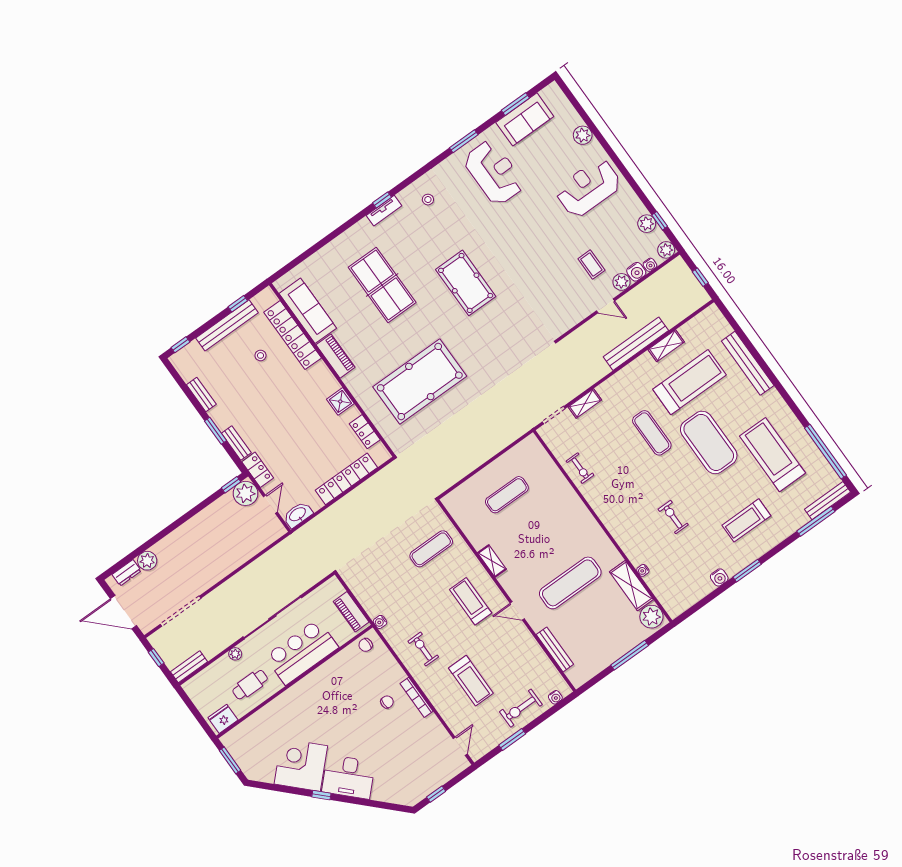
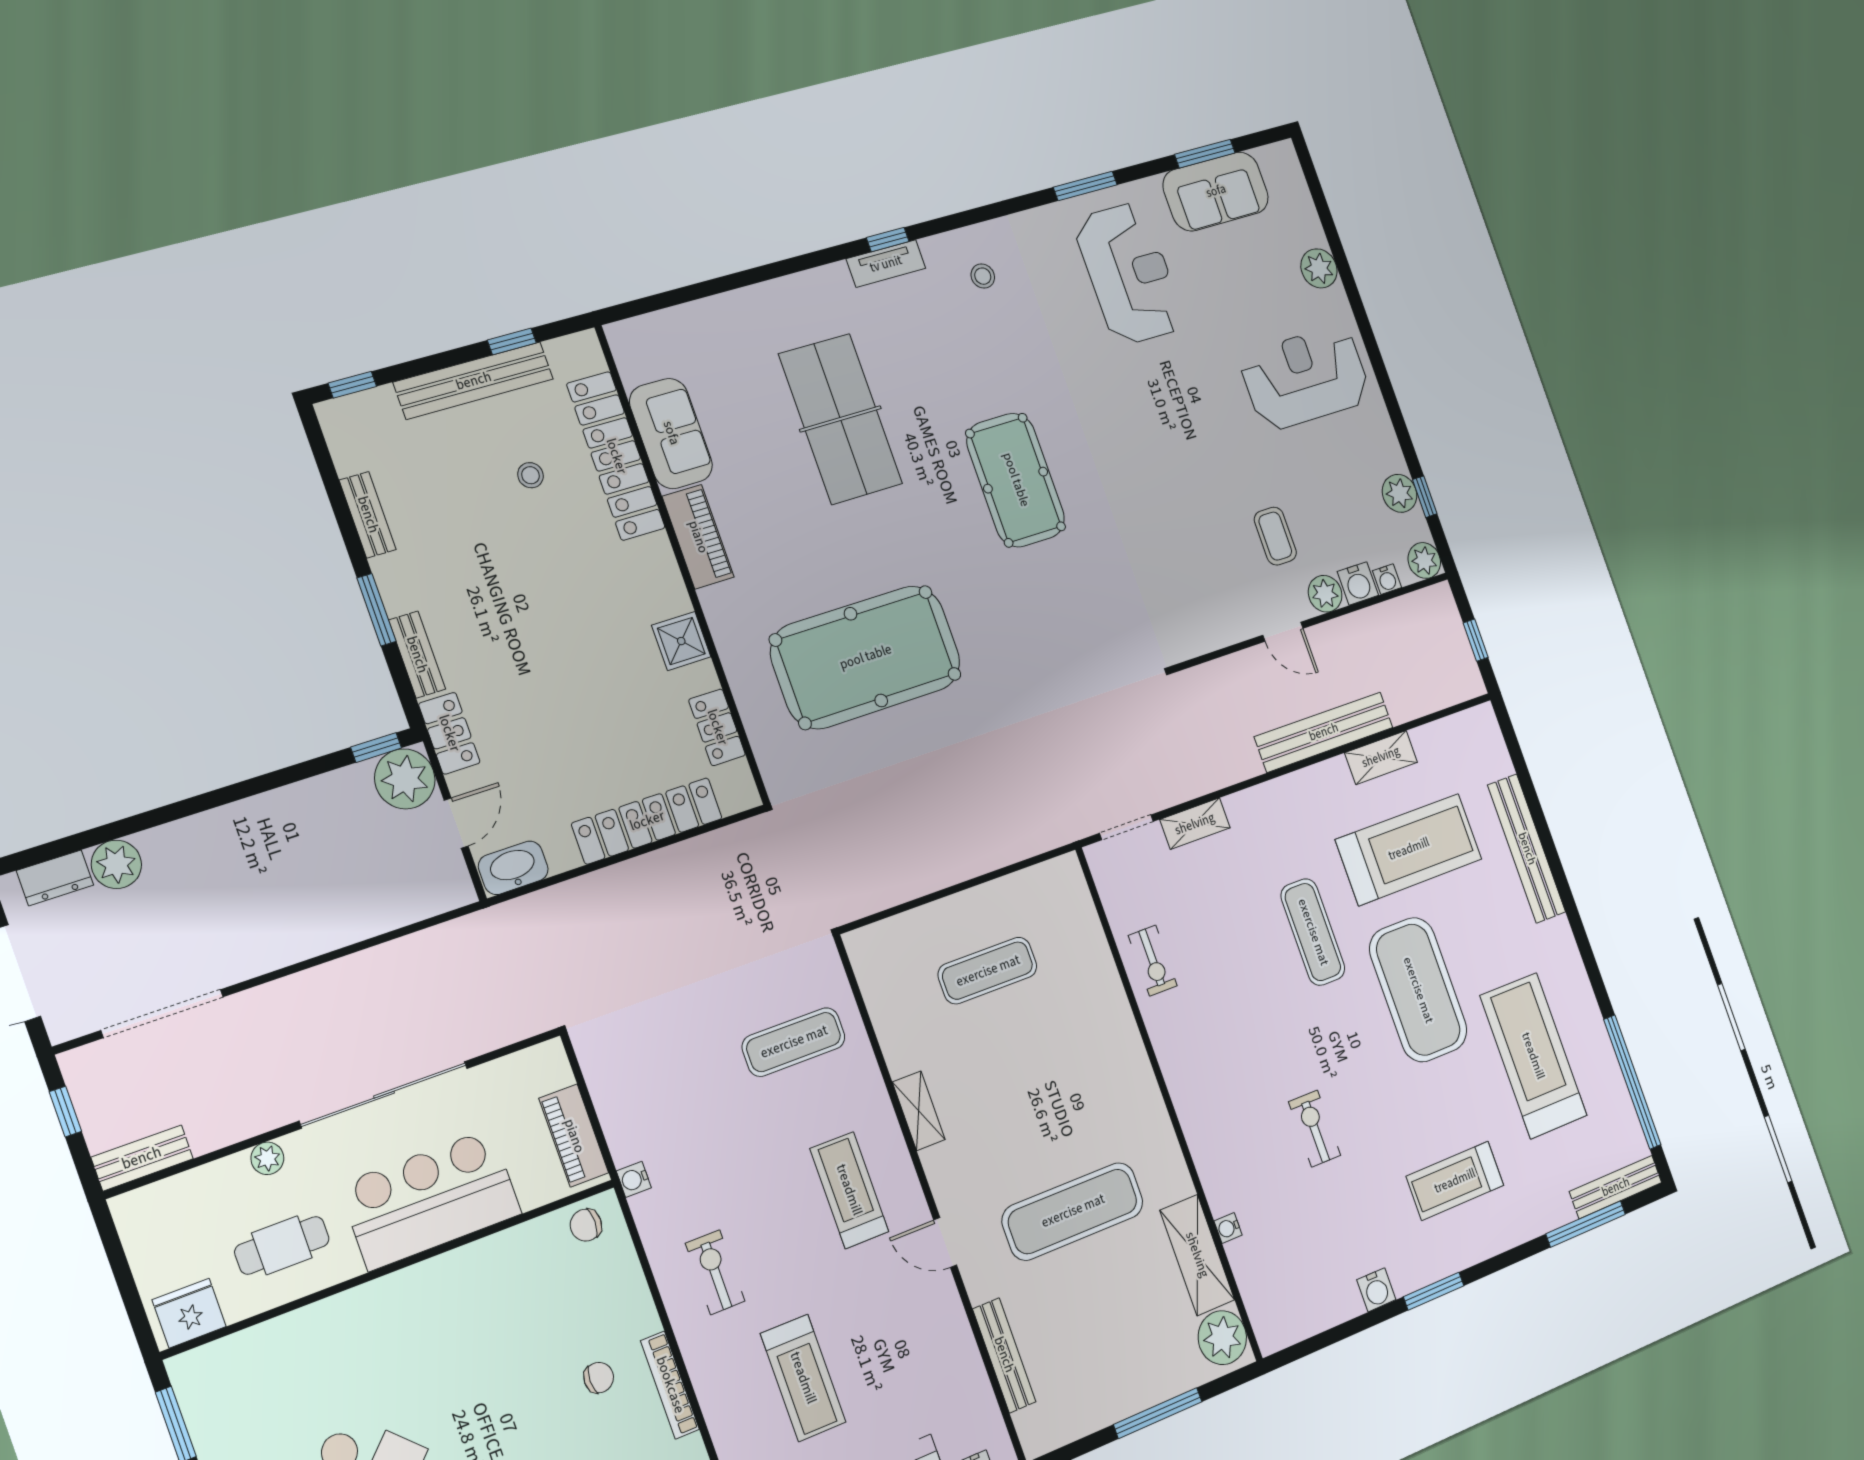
sofa: (308, 311) -> (671, 433), width x0.73

